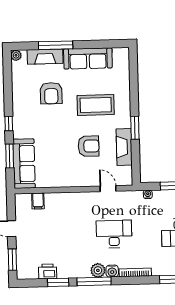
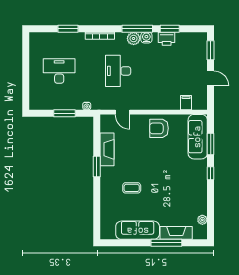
plant: (16, 55) -> (202, 220), moved
armchair: (51, 93) -> (172, 200), removed
coffee table: (96, 105) -> (132, 188), width x0.54, depth x0.58
armchair: (89, 146) -> (159, 128), moved
desk: (114, 234) -> (118, 71), turned 90
printer: (48, 271) -> (167, 39), moved
water cooler: (112, 271) -> (146, 38), moved

